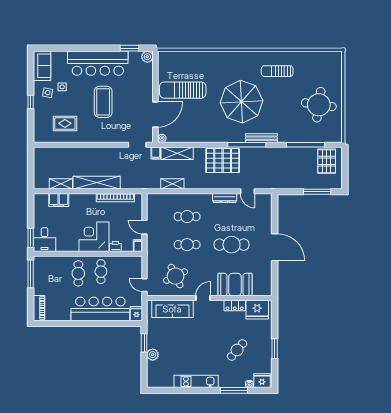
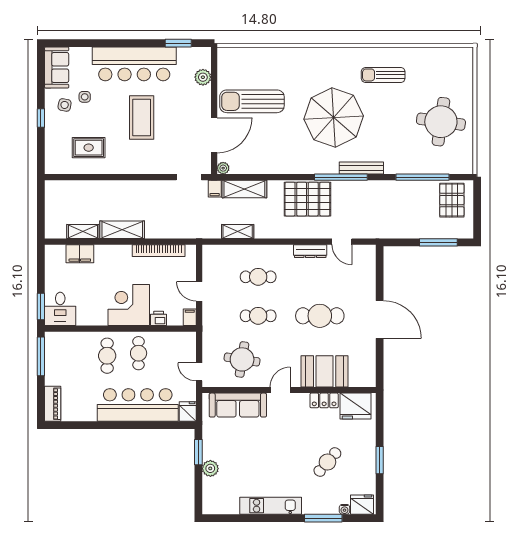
plant: (147, 57) -> (203, 77), moved
shelving: (97, 183) -> (122, 230), width x0.68
round table: (176, 276) -> (242, 359), turned 35

